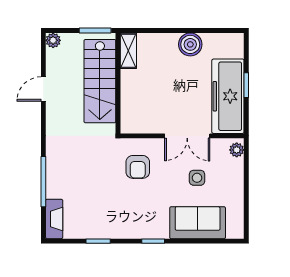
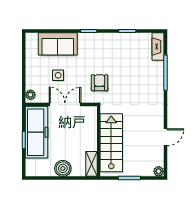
shelving: (128, 51) -> (91, 164), moved
stairs: (100, 81) -> (111, 143), moved
wall: (118, 83) -> (99, 141), moved

